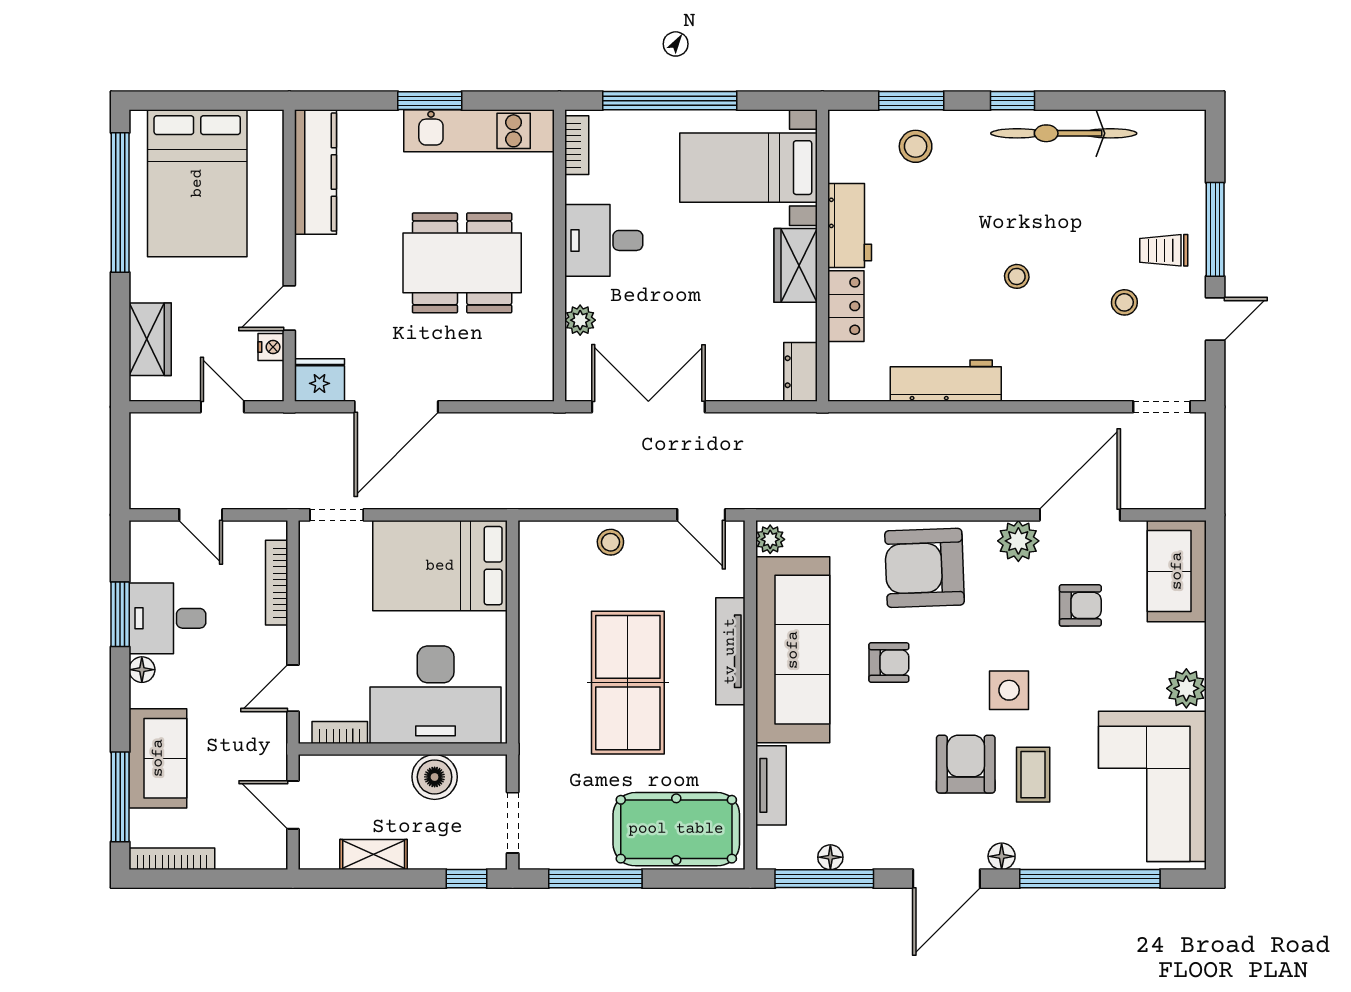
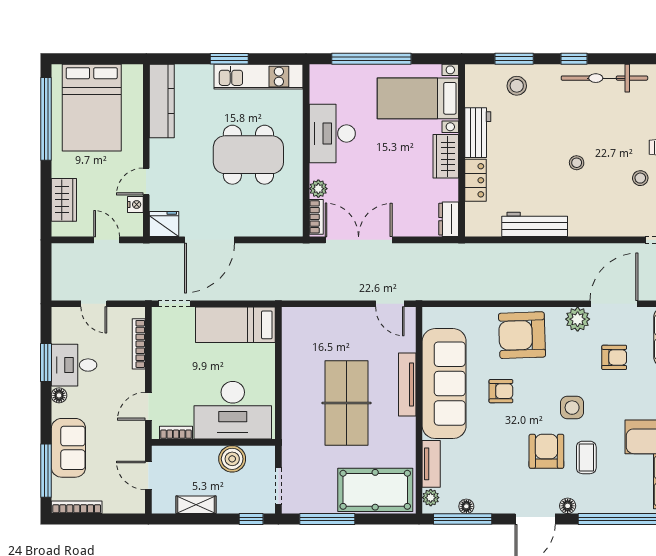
bookcase: (577, 145) -> (316, 217), moved
desk: (604, 240) -> (332, 133), width x1.37
plant: (770, 539) -> (431, 498), moved
stool: (610, 542) -> (336, 320), removed
bed: (440, 566) -> (235, 325), width x0.67

